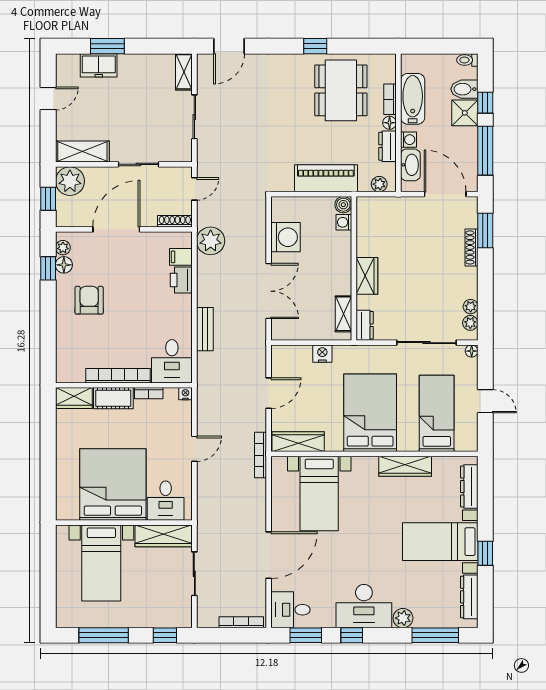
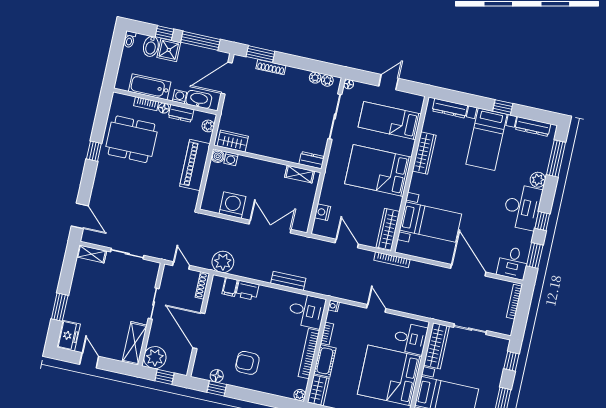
freezer: (99, 65) -> (69, 336), moved
plant: (63, 248) -> (300, 395), moved
wardrobe: (367, 276) -> (233, 141), moved
nightstand: (322, 354) -> (322, 212), moved

